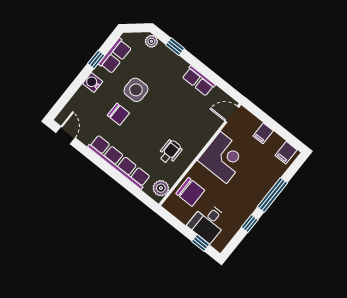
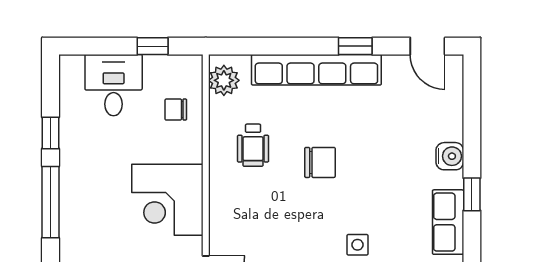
side table: (136, 90) -> (358, 245), moved, width x0.54, depth x0.54
chair: (118, 114) -> (320, 162), moved, turned 180
window: (95, 159) -> (355, 46), added
chair: (190, 192) -> (176, 110), width x0.54, depth x0.54
window: (200, 243) -> (153, 46), moved

